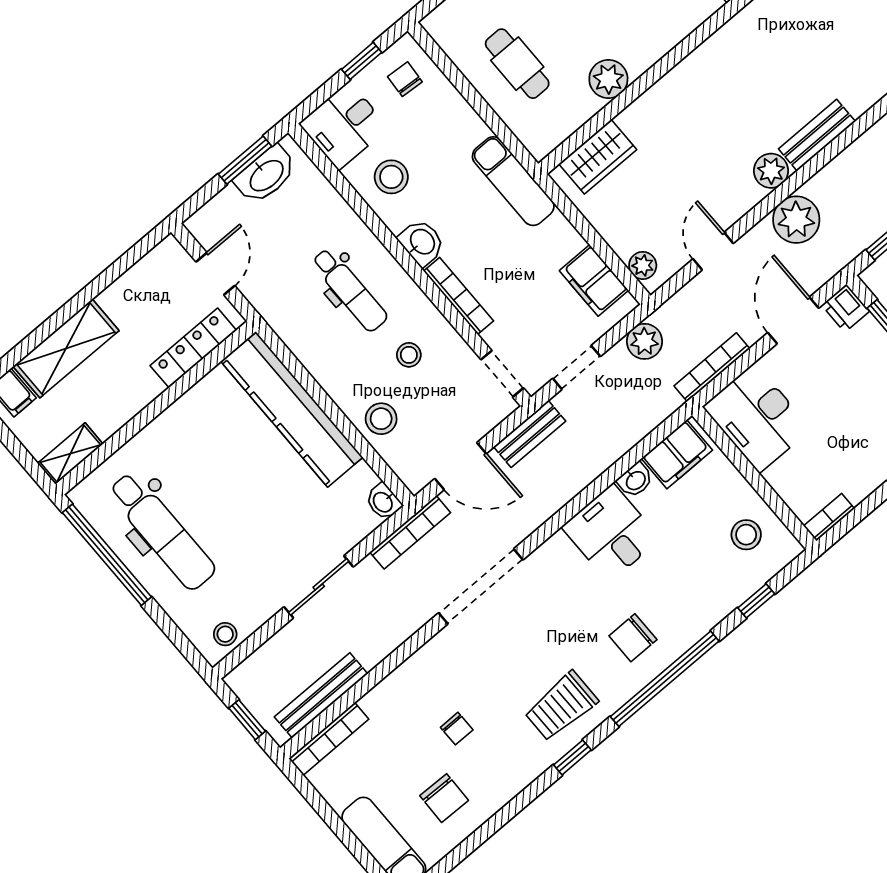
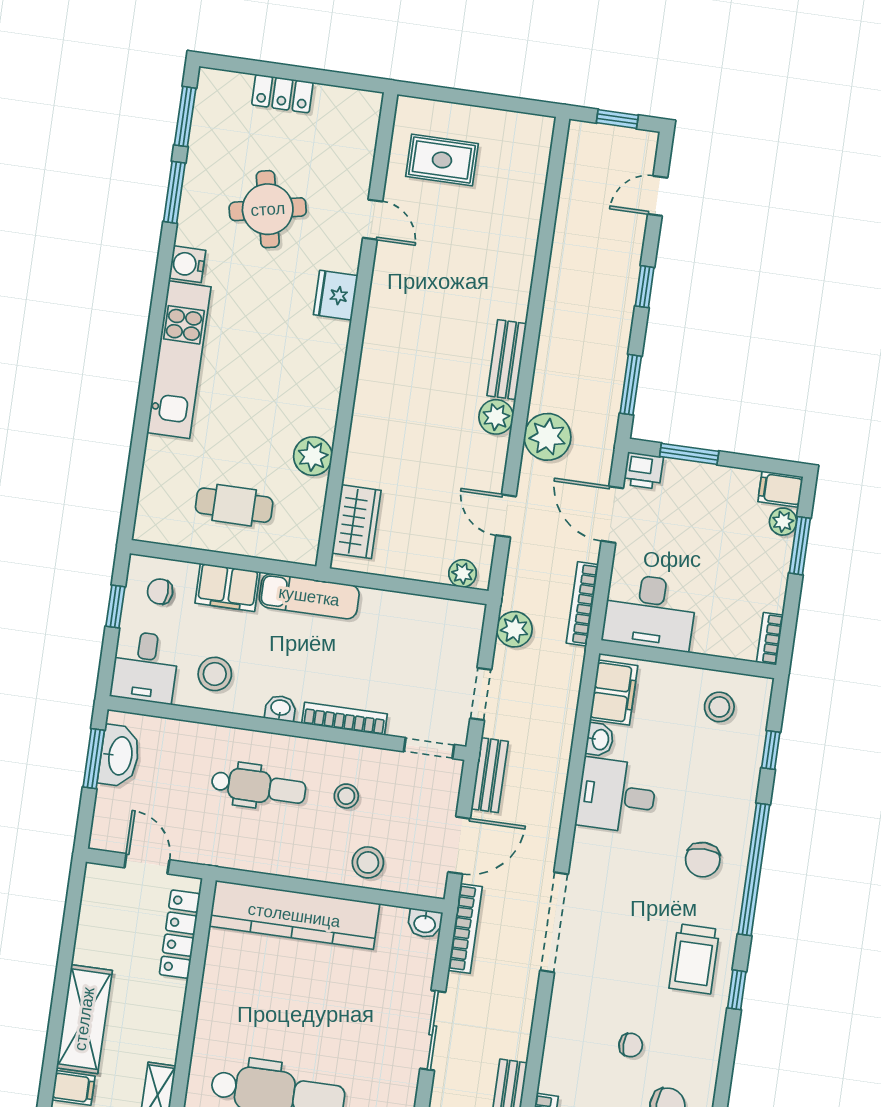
washbasin: (422, 242) -> (280, 708), width x0.72, depth x0.69
filing cabinet: (594, 280) -> (228, 587), moved

